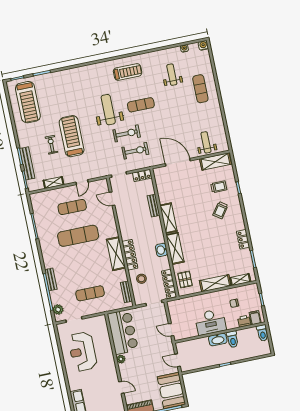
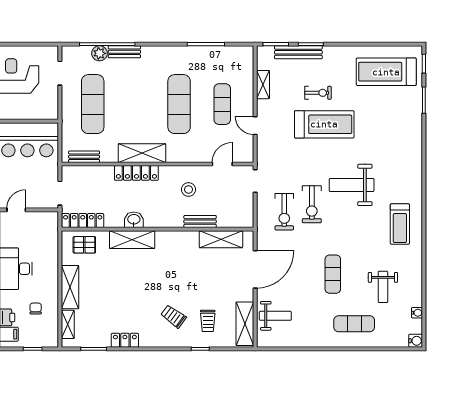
weight bench: (172, 75) -> (383, 287), turned 90
exercise mat: (141, 105) -> (333, 274), moved
weight bench: (108, 110) -> (352, 185), turned 180
locker: (142, 175) -> (247, 214), removed
shelving: (168, 218) -> (221, 239), moved
stool: (141, 279) -> (189, 189), moved
exercise mat: (90, 293) -> (93, 104), width x1.36, depth x1.45
plant: (58, 309) -> (99, 53), moved

